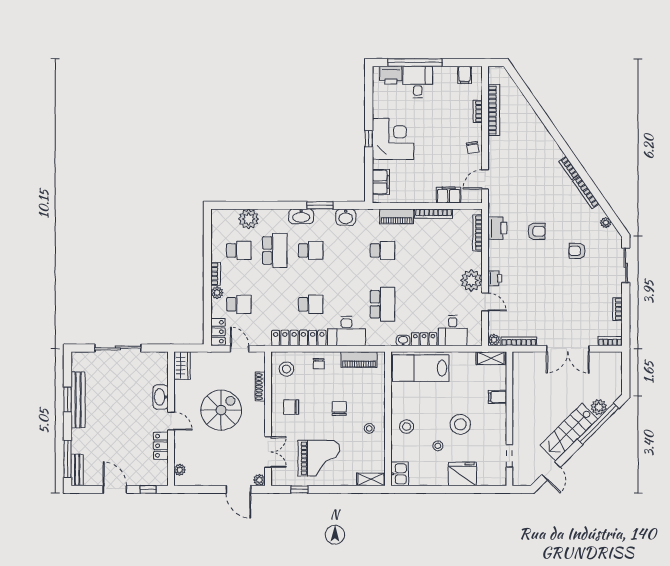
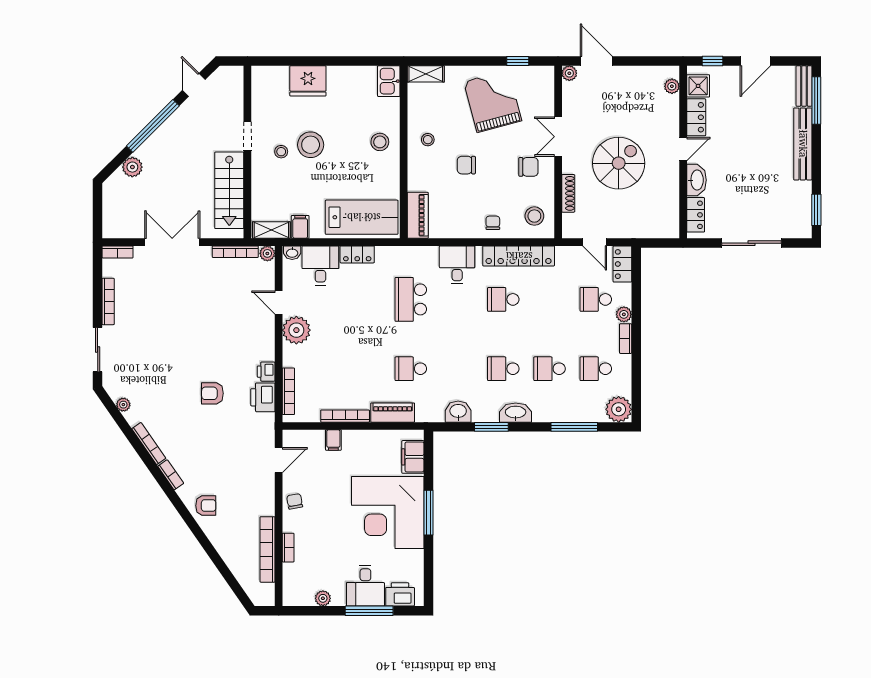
window: (415, 62) -> (369, 611), width x0.68
plant: (451, 72) -> (323, 598), added
filing cabinet: (465, 75) -> (305, 595), removed
window: (369, 139) -> (428, 513), width x2.17
corner desk: (393, 139) -> (388, 512), width x1.36, depth x1.36
filing cabinet: (449, 195) -> (333, 440), width x0.50
window: (256, 205) -> (574, 427), added
plant: (249, 219) -> (619, 409), moved
school desk: (275, 250) -> (549, 369), width x0.54
armchair: (577, 251) -> (206, 506), moved
printer: (495, 278) -> (266, 372), moved
bookcase: (618, 309) -> (108, 301), width x1.56
desk: (346, 331) -> (457, 265), width x0.73
washbasin: (403, 341) -> (292, 253), moved
piano: (359, 360) -> (418, 215), moved, turned 90
wardrobe: (182, 366) -> (669, 221), removed
locker: (161, 370) -> (696, 215), added
filing cabinet: (498, 397) -> (300, 227), moved, turned -90
window: (67, 399) -> (816, 210), moved
bench: (78, 400) -> (803, 144), moved
chair: (339, 409) -> (466, 165), turned 90
spiral stairs: (221, 410) -> (619, 163), turned 180
door: (171, 421) -> (683, 149), swing flipped
window: (598, 424) -> (153, 126), moved
stairs: (569, 432) -> (229, 190), moved, turned 135
stool: (438, 446) -> (281, 152), moved
double door: (268, 452) -> (558, 137), moved
doorway: (509, 456) -> (247, 136), moved
grand piano: (319, 458) -> (493, 101), turned 75
shower: (159, 470) -> (698, 86), added
door: (115, 489) -> (755, 61), hinge flipped

